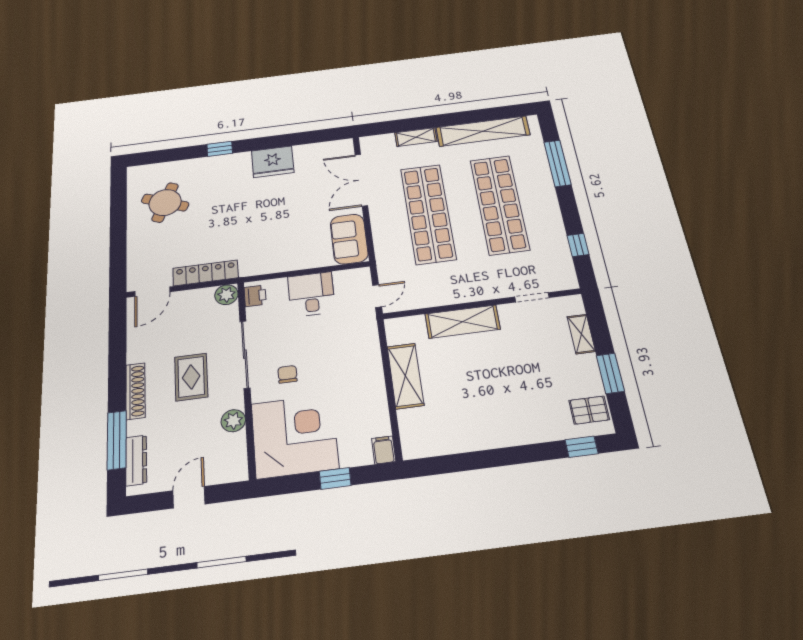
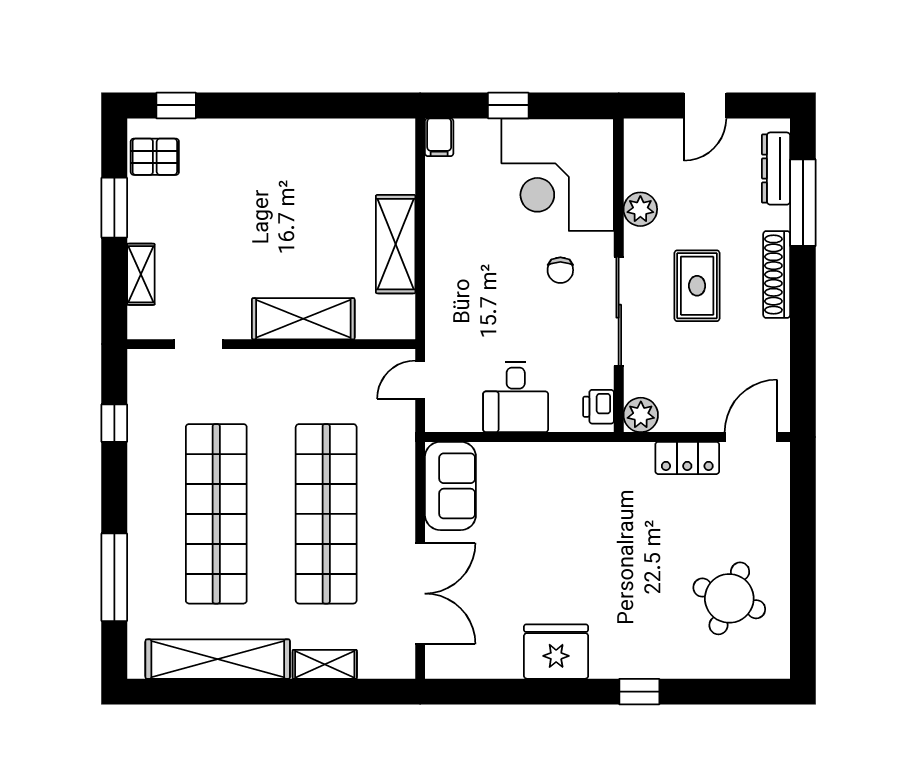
locker: (206, 273) -> (687, 458), width x0.66

